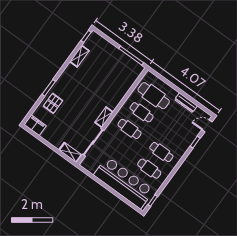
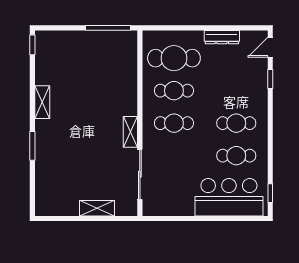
shelving: (79, 56) -> (42, 102), moved
pallet: (53, 103) -> (52, 162), removed
filing cabinet: (35, 125) -> (50, 206), removed
shelving: (70, 152) -> (97, 208), moved
bar counter: (124, 183) -> (229, 197), width x0.73

